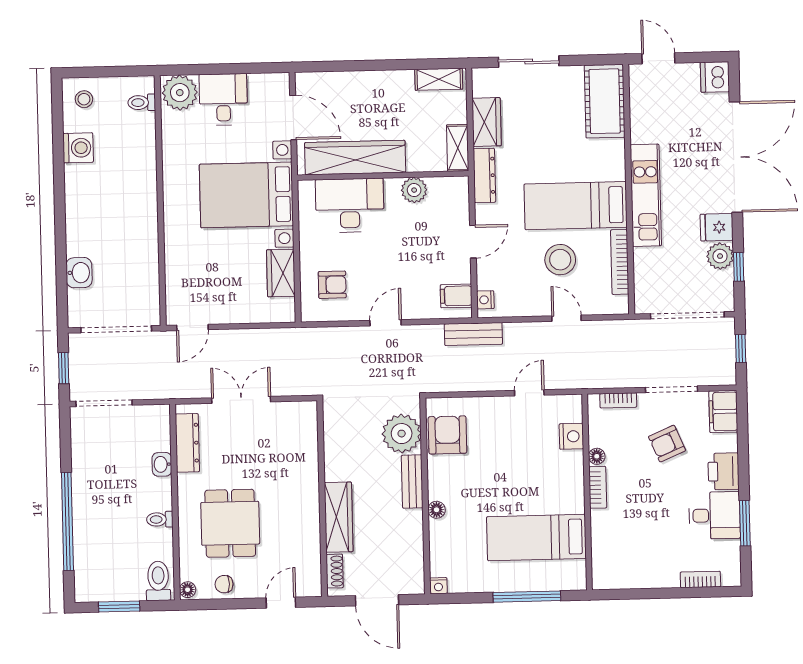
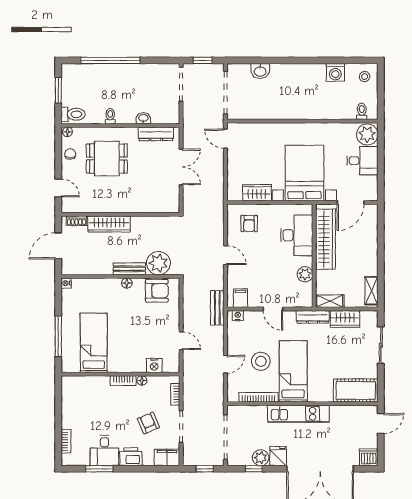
floor lamp: (437, 510) -> (127, 283), moved

